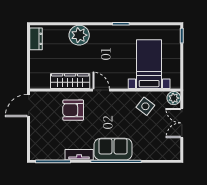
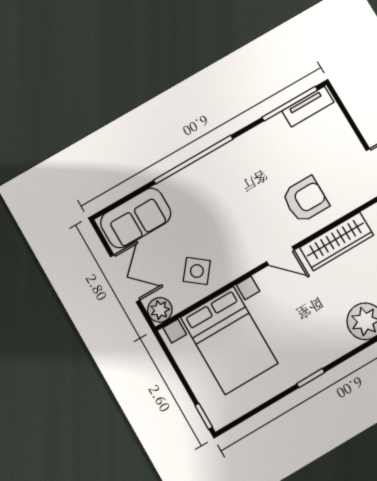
bed with nightstands: (149, 64) -> (229, 340), width x1.36
sofa: (113, 149) -> (136, 218), moved
tv unit: (79, 155) -> (308, 107), moved

